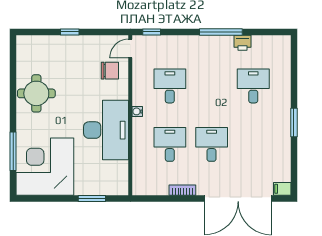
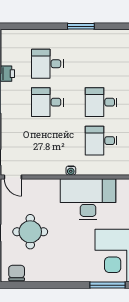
chair: (110, 71) -> (17, 273), moved
desk: (170, 86) -> (47, 102), moved
round table: (36, 93) -> (30, 232), moved

